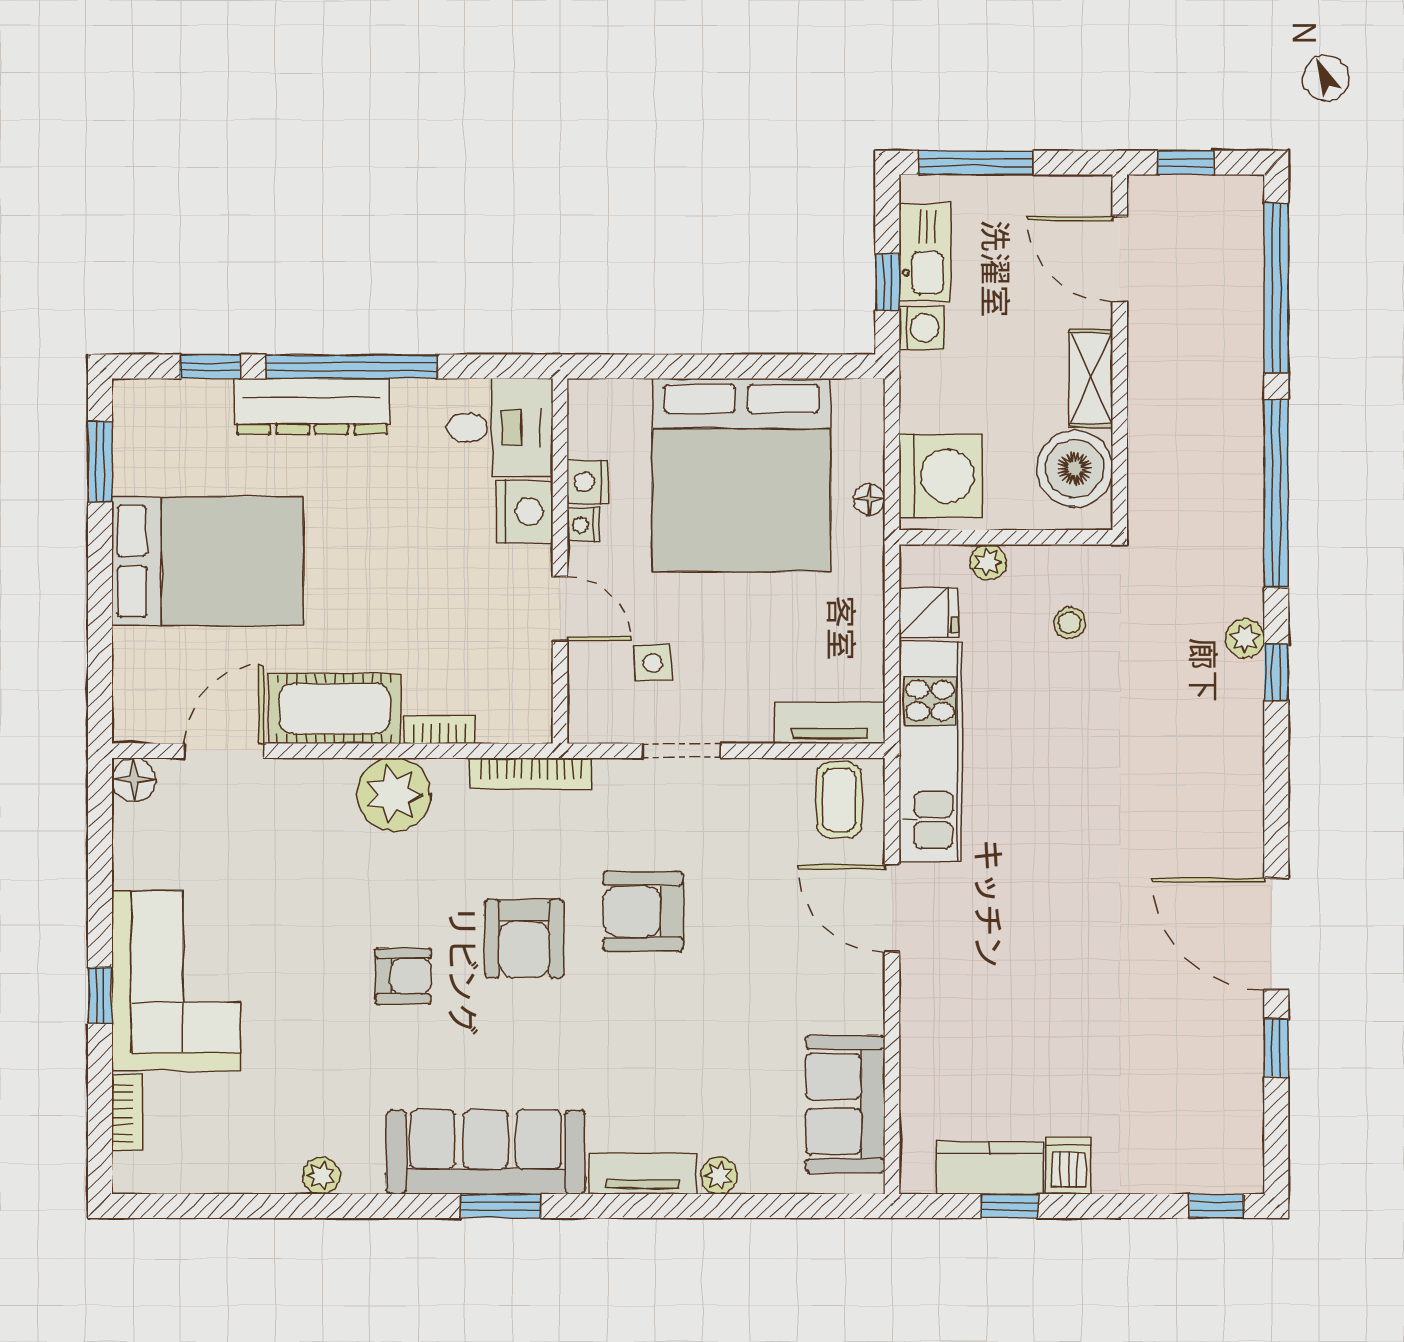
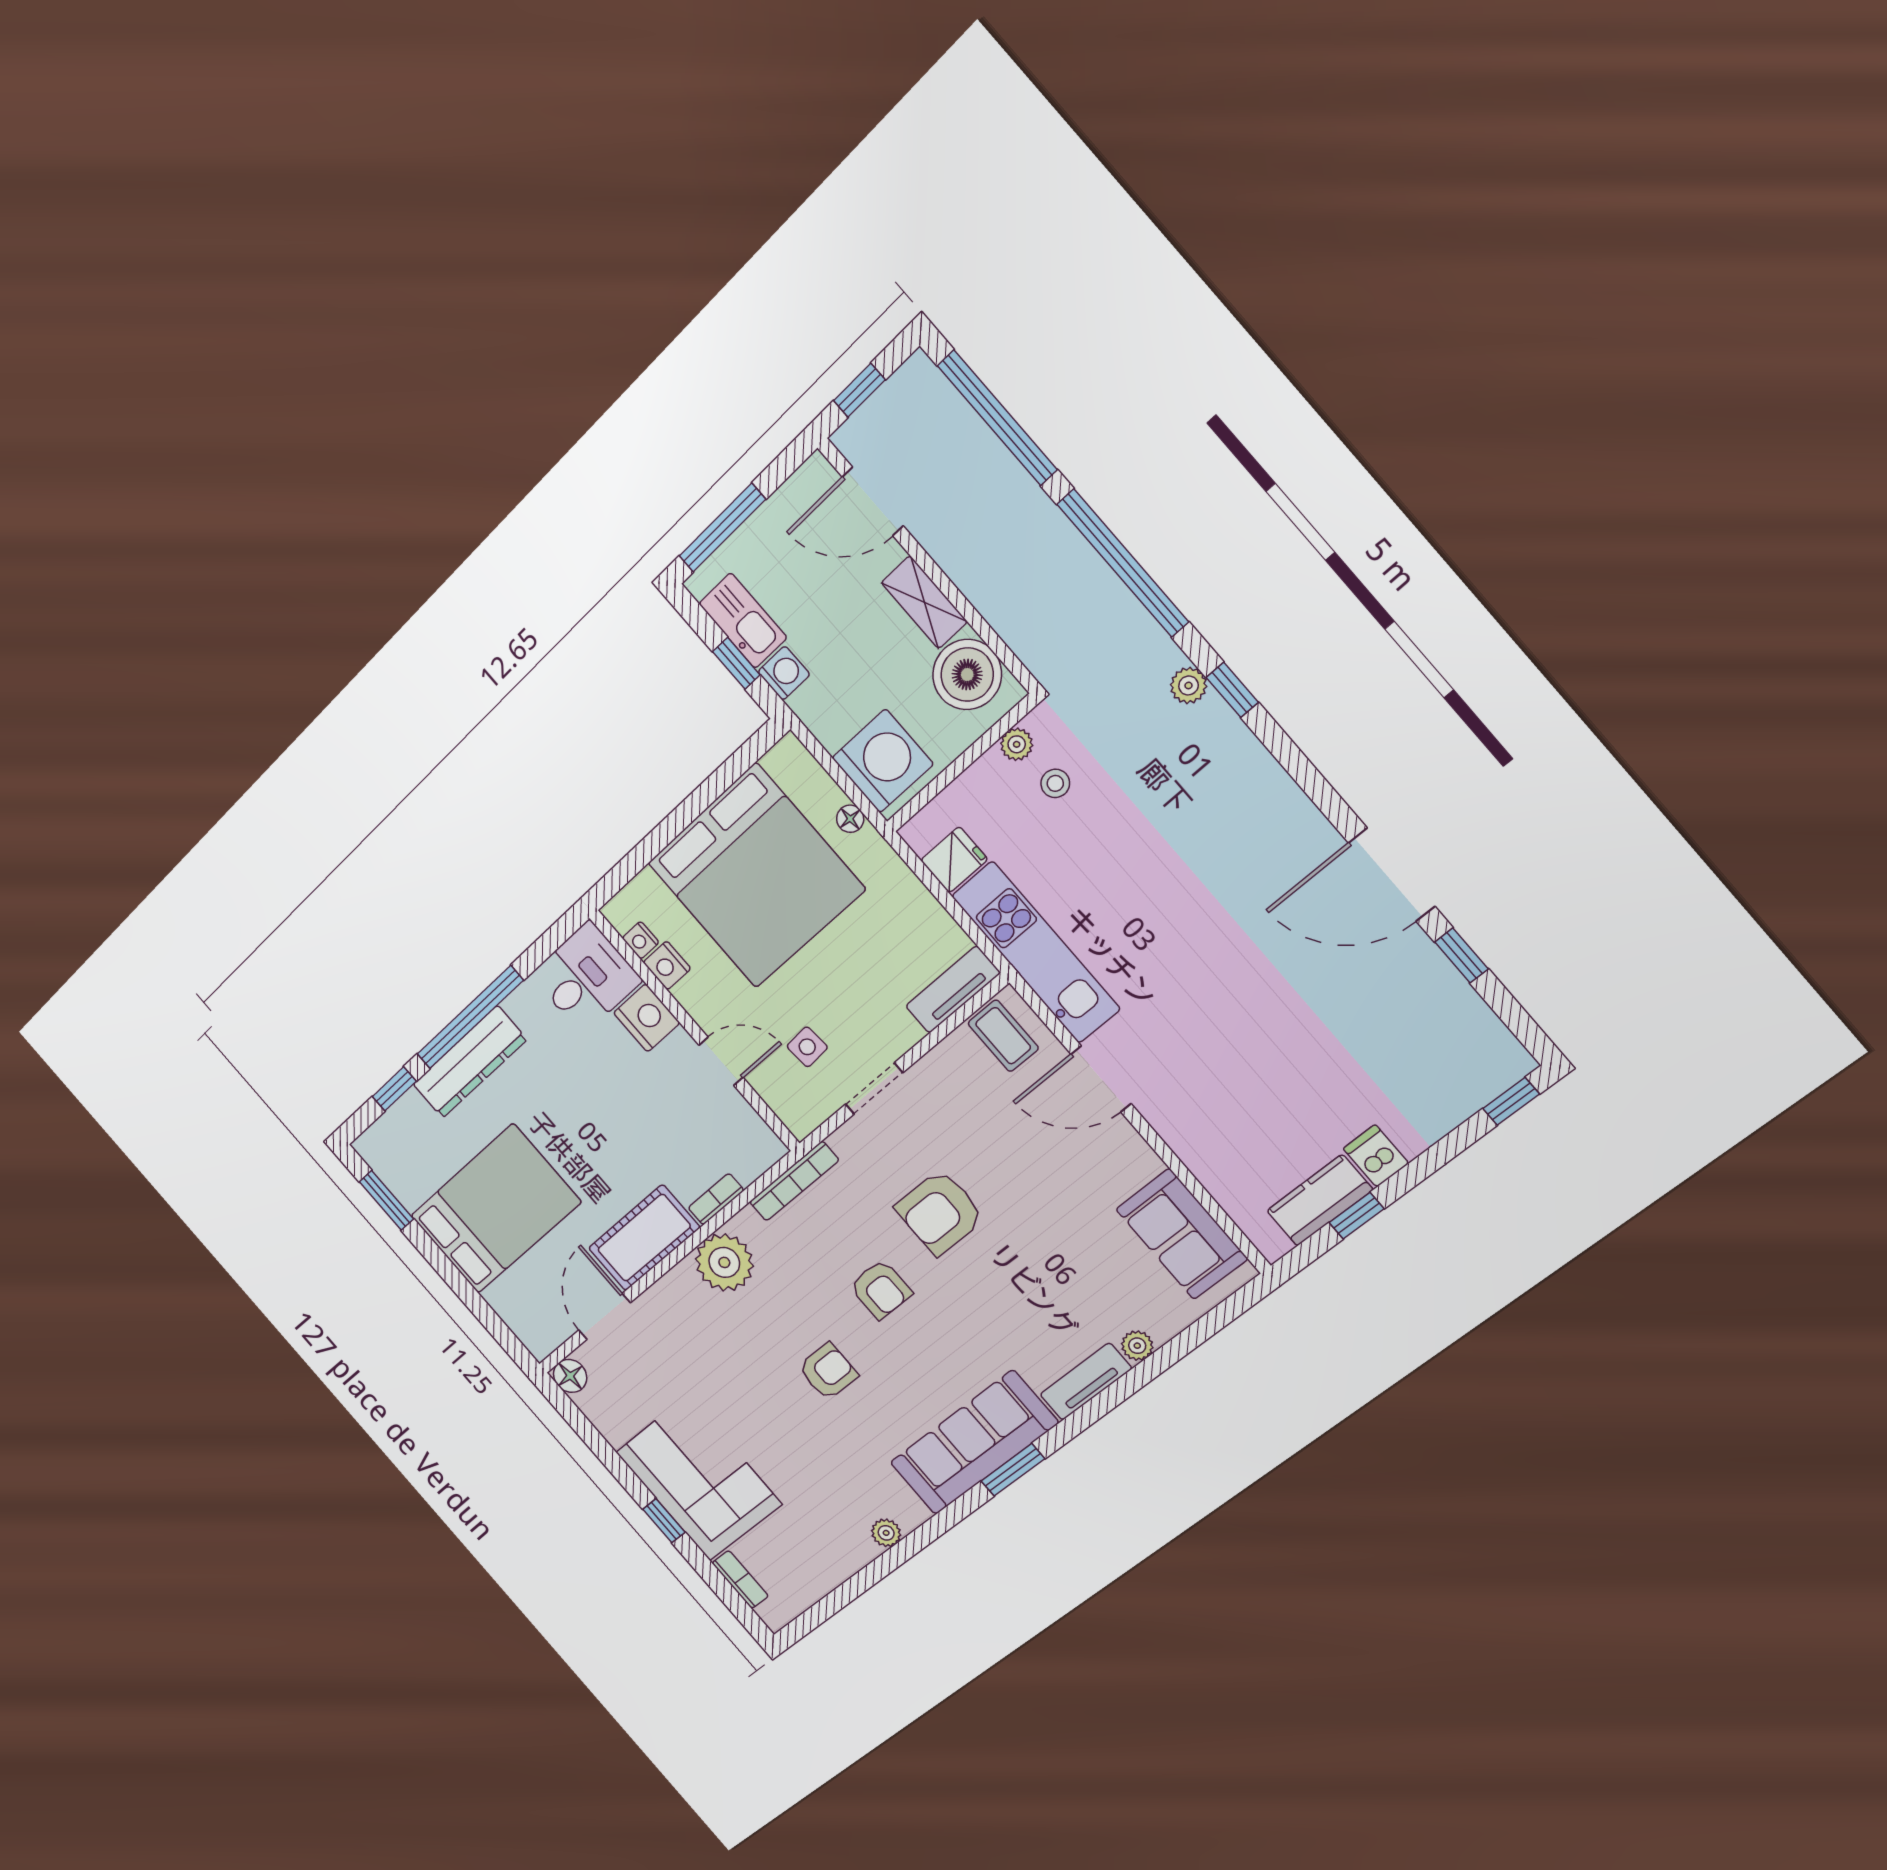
nightstand: (583, 525) -> (641, 940), moved
plant: (988, 562) -> (1017, 744), moved
armchair: (524, 938) -> (881, 1289), width x0.72, depth x0.72

